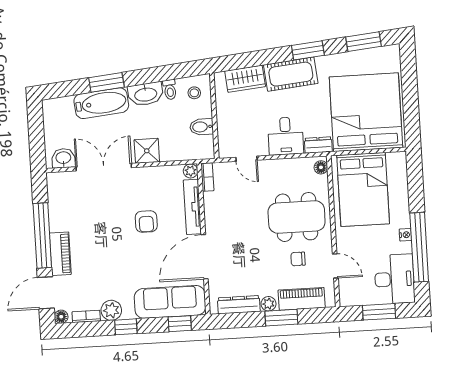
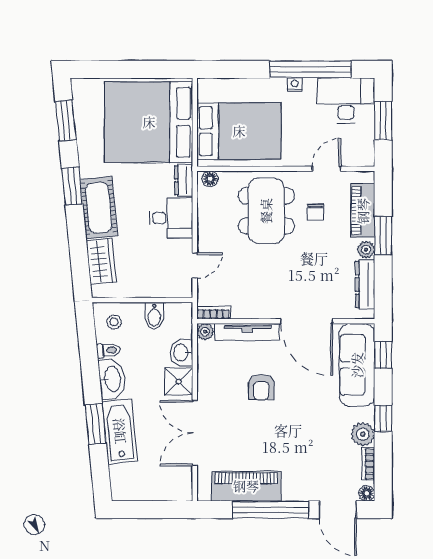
washbasin: (63, 158) -> (181, 352), moved
armchair: (146, 222) -> (261, 387), turned 90
piano: (60, 254) -> (246, 486), moved, width x1.37, depth x1.33

